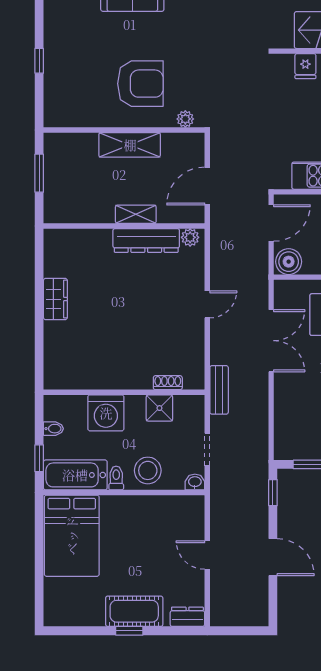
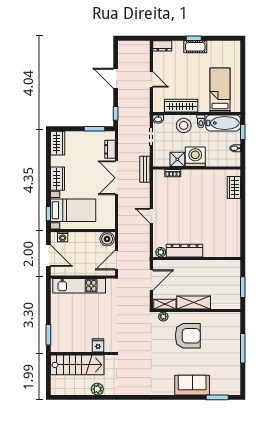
window: (39, 61) -> (243, 348), width x2.17
armchair: (140, 84) -> (188, 336), turned 180
shelving: (136, 214) -> (165, 304), moved
wardrobe: (55, 299) -> (234, 187), moved
door: (207, 304) -> (151, 216), hinge flipped
double door: (271, 341) -> (117, 178), moved
washing machine: (106, 413) -> (195, 157), moved
dresser: (283, 427) -> (110, 149), added
wardrobe: (153, 507) -> (181, 106), added
bed: (72, 536) -> (220, 90), width x0.67
cot: (134, 611) -> (195, 47), width x0.73, depth x0.75

